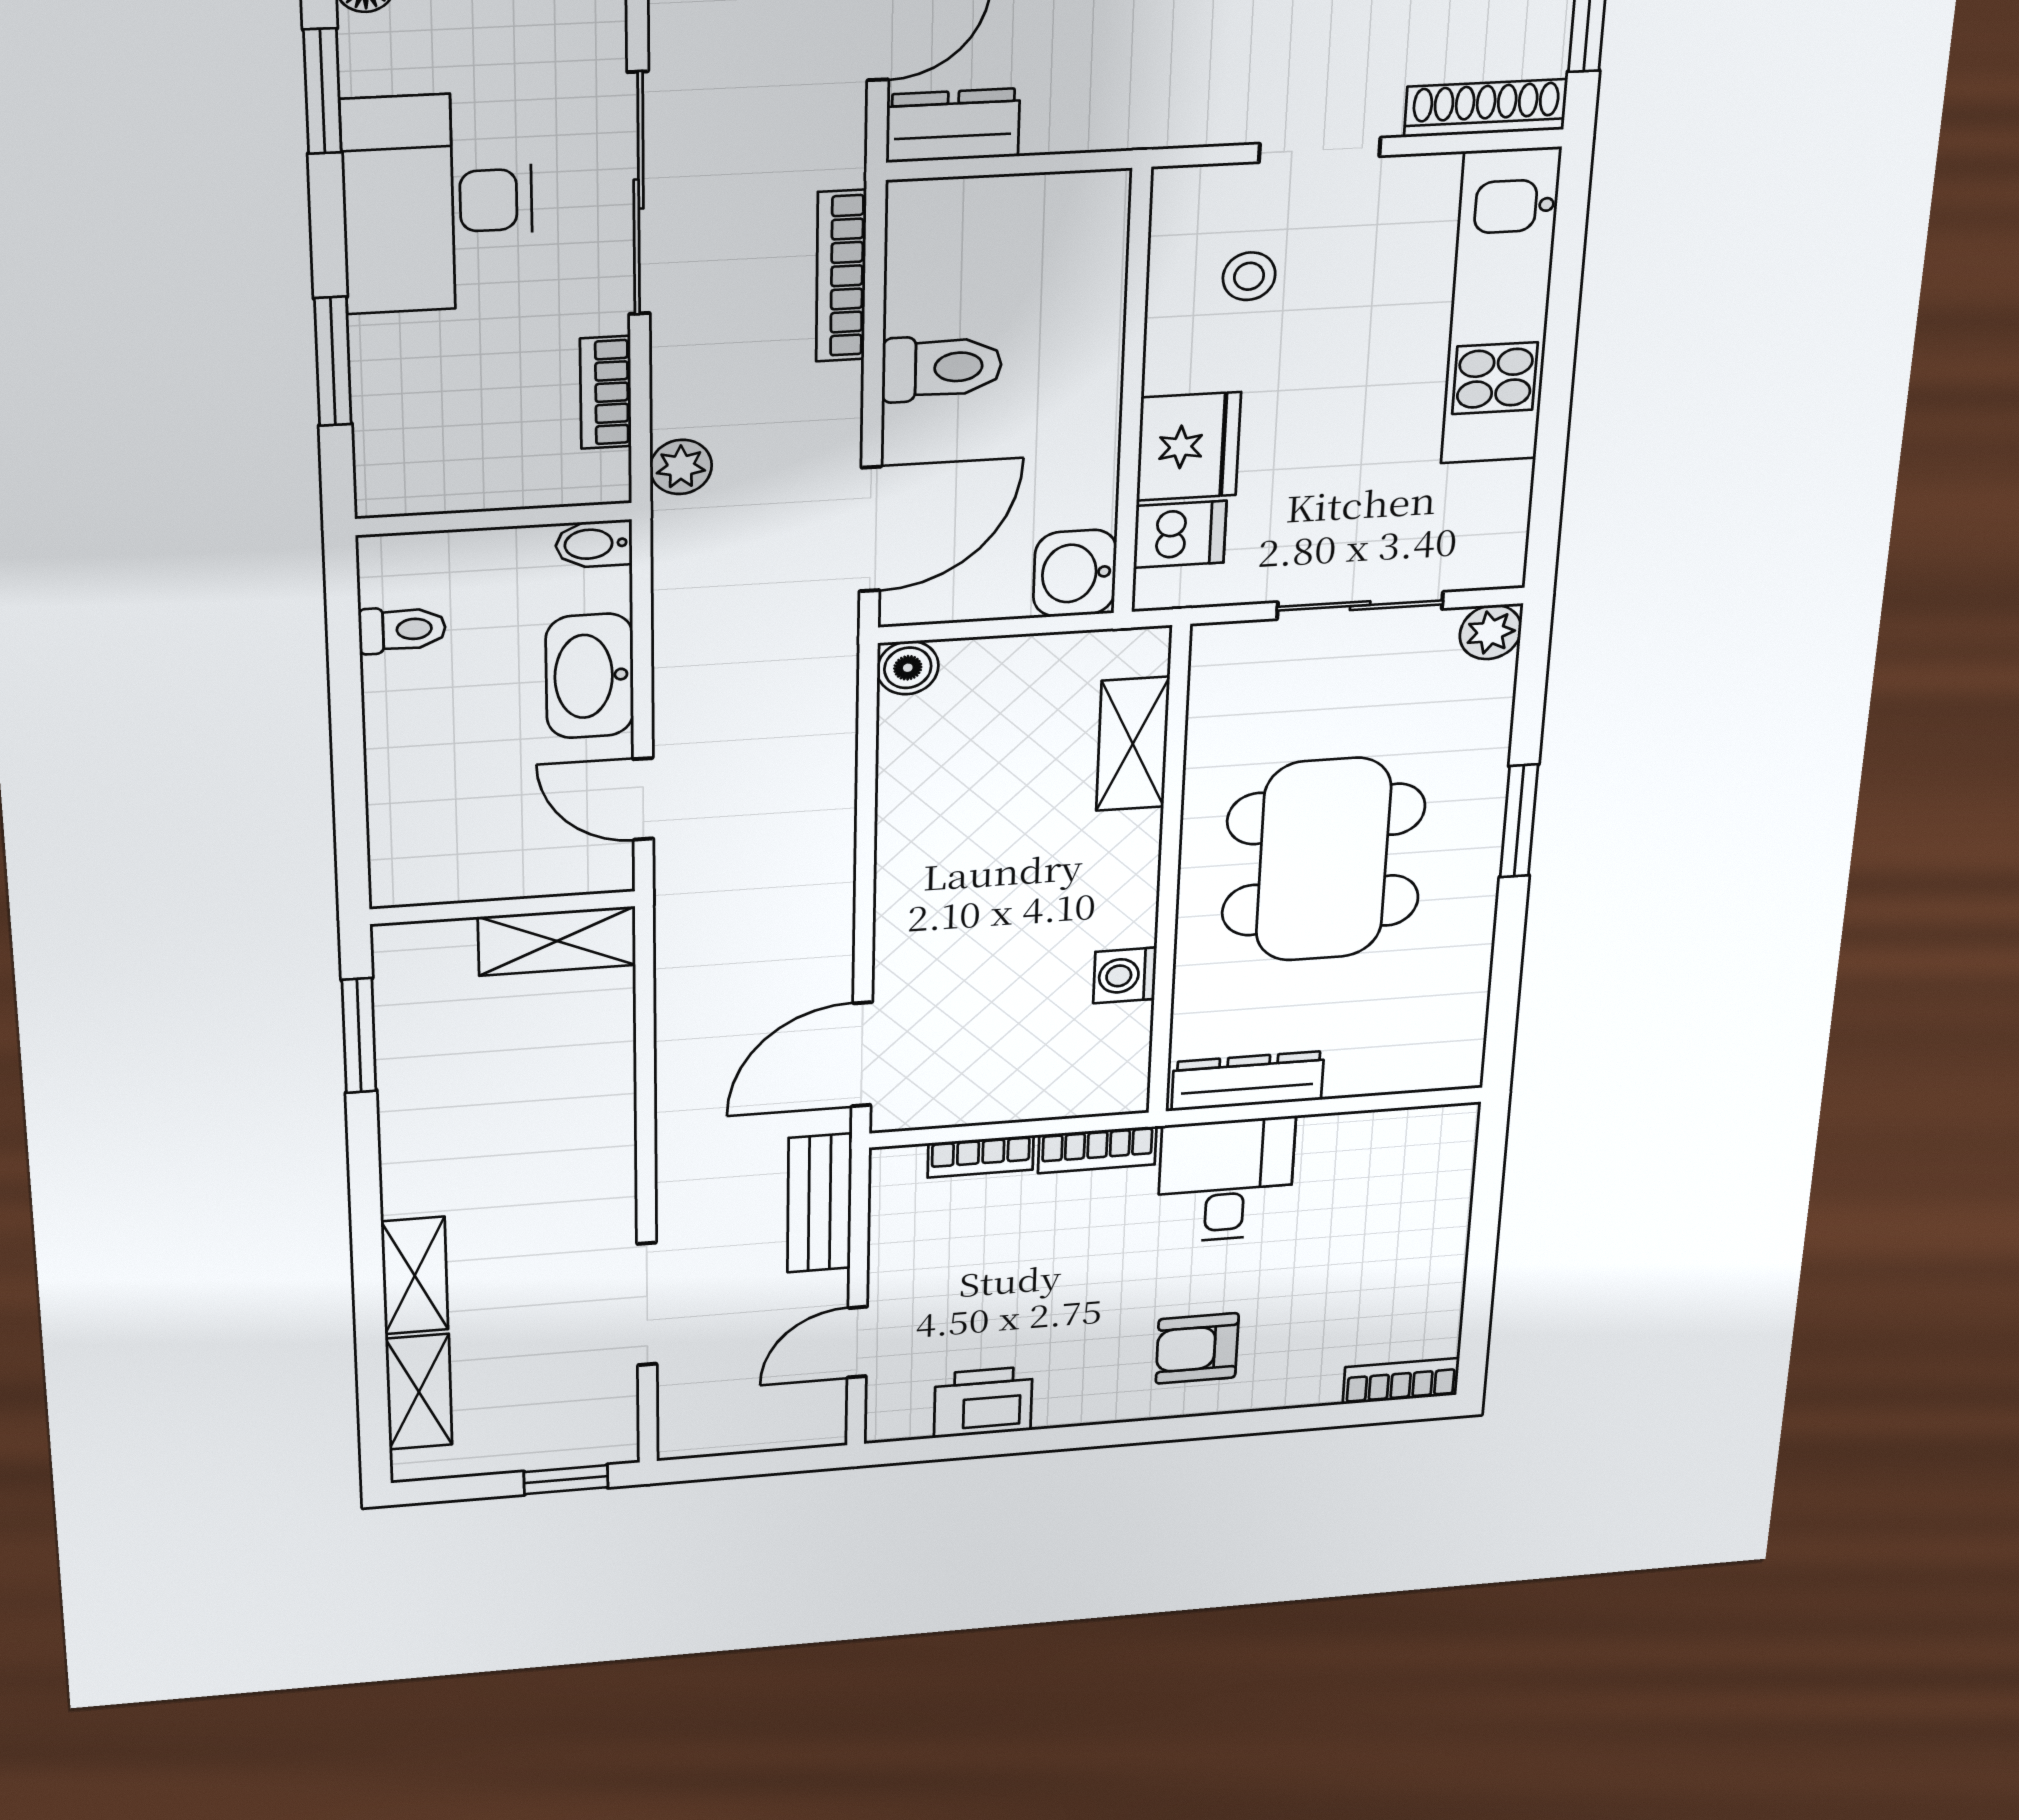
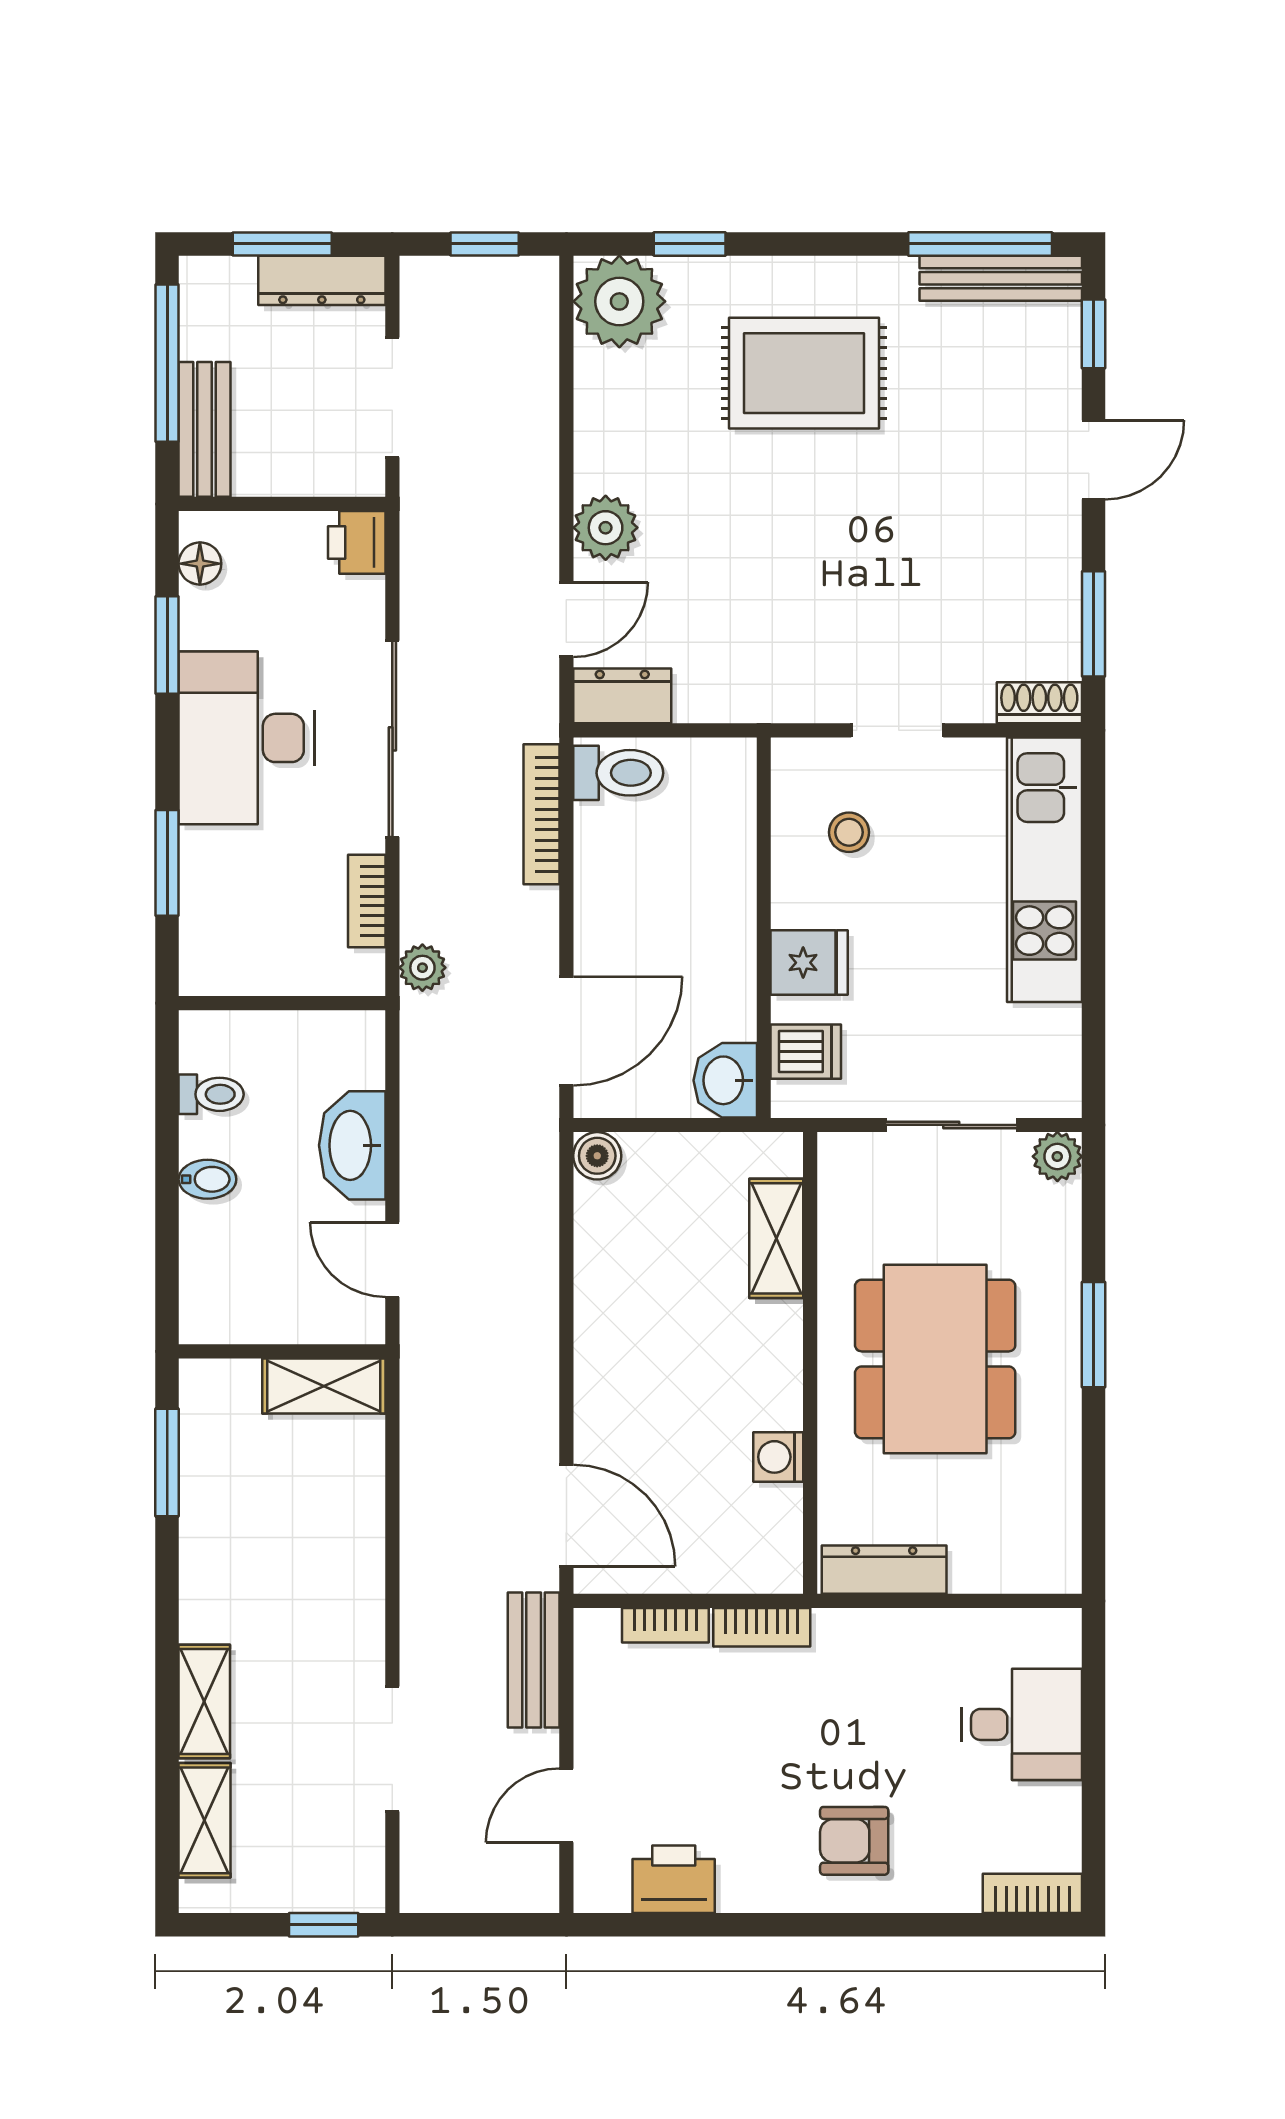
shoe rack: (1486, 108) -> (1039, 703), width x0.70
toilet: (942, 368) -> (618, 773), moved
fridge: (1189, 446) -> (809, 963), width x0.72
bidet: (594, 544) -> (207, 1179), moved, turned 180
door: (862, 1054) -> (566, 1515), swing flipped
desk: (1226, 1180) -> (1022, 1724), moved, turned 90

